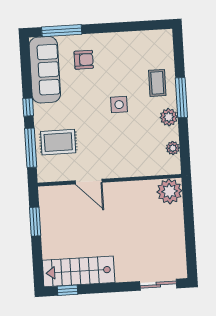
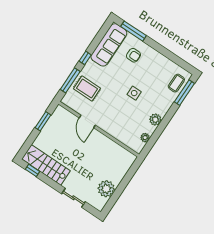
coffee table: (157, 83) -> (176, 83), moved
window: (181, 98) -> (184, 93), moved
plant: (169, 191) -> (106, 189), moved
sliding door: (158, 285) -> (73, 198), moved

